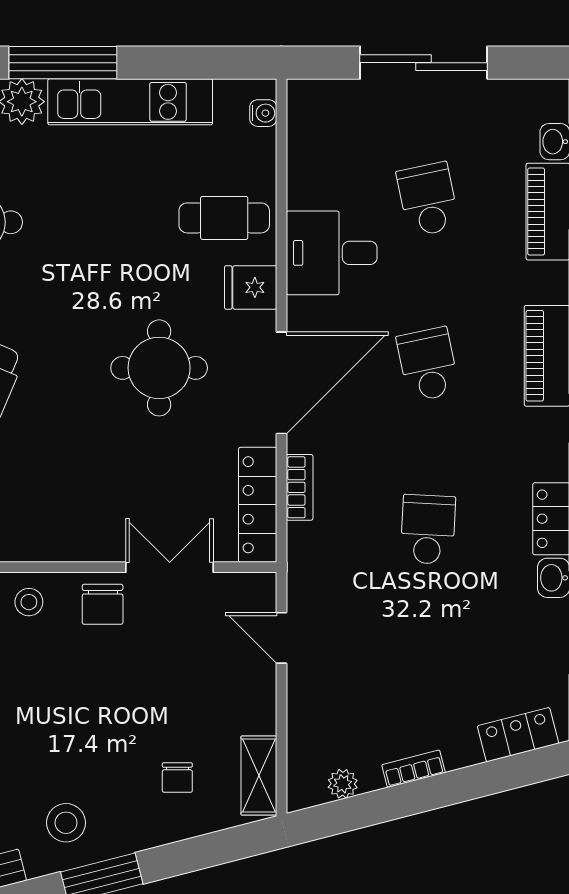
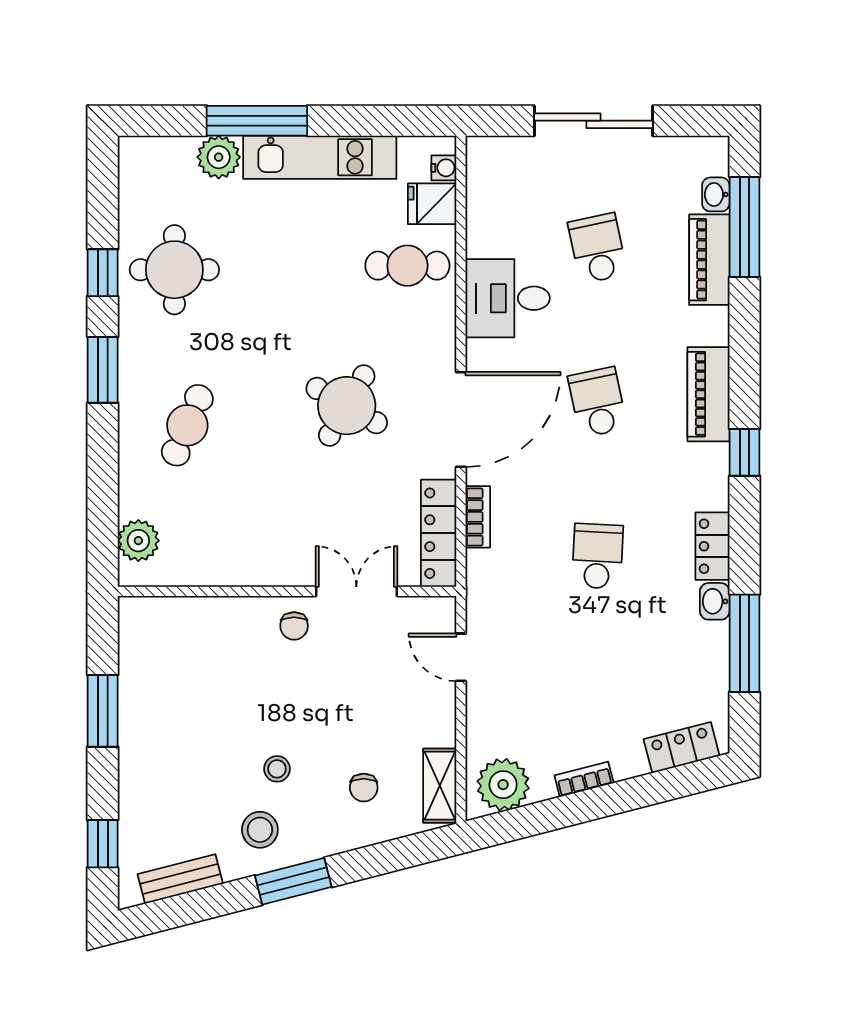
fridge: (251, 287) -> (432, 204), moved
round table: (159, 368) -> (347, 406), turned 30
stool: (29, 602) -> (277, 769), moved
chair: (103, 604) -> (294, 626), width x0.73, depth x0.73
plant: (343, 784) -> (503, 785), width x1.88, depth x1.88

